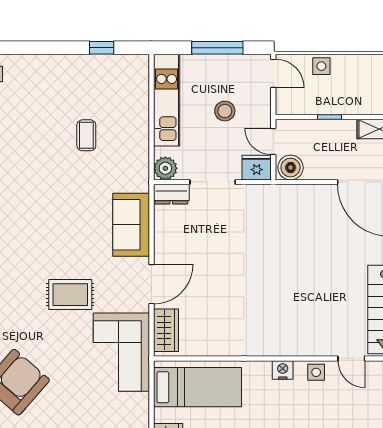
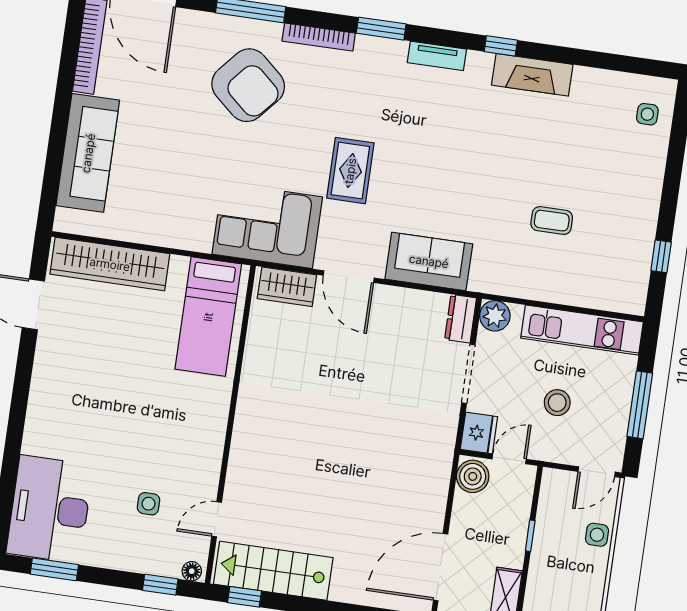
nightstand: (283, 370) -> (215, 429), removed
side table: (316, 372) -> (148, 504), moved

